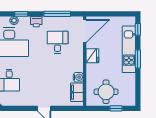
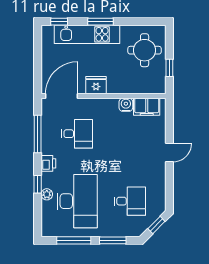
door: (85, 31) -> (62, 96), hinge flipped
desk: (58, 42) -> (77, 134), turned 180
round table: (106, 92) -> (145, 50), moved
window: (116, 108) -> (169, 68), moved

